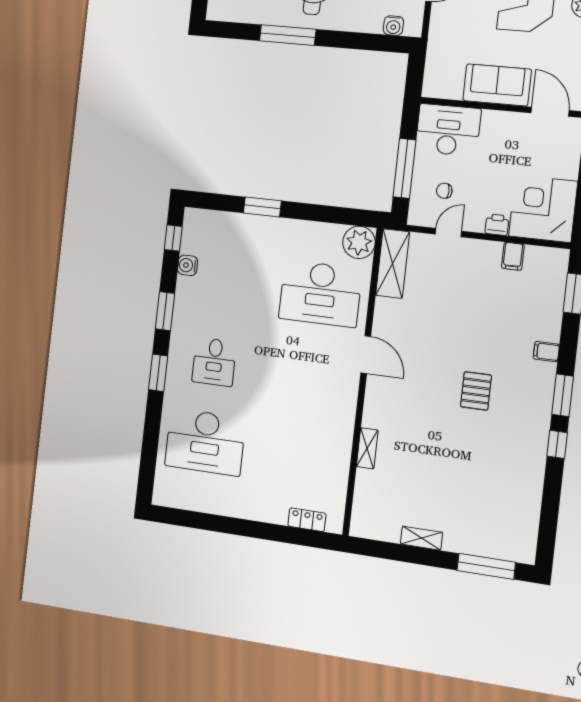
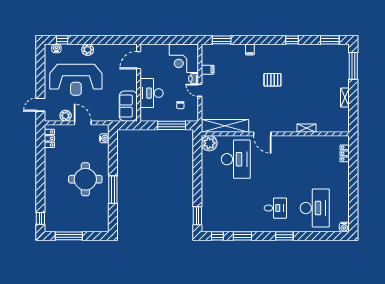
sofa: (497, 85) -> (128, 106), moved
desk: (448, 130) -> (152, 93), moved
window: (262, 207) -> (197, 216), moved
door: (448, 233) -> (200, 90), moved
shelving: (393, 264) -> (225, 126), width x1.47
water cooler: (188, 265) -> (344, 227), moved
window: (165, 311) -> (242, 236), moved
door: (366, 355) -> (262, 134), swing flipped
window: (563, 395) -> (330, 40), moved

